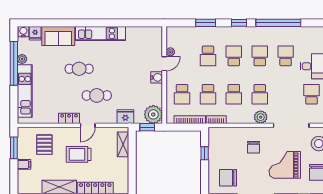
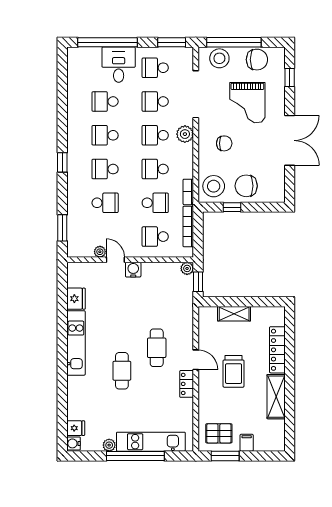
window: (206, 23) -> (62, 228), moved
window: (278, 23) -> (62, 111), removed
sofa: (58, 36) -> (79, 398), removed
window: (14, 63) -> (135, 456), moved
school desk: (182, 94) -> (155, 237), turned 180
school desk: (234, 94) -> (155, 169), turned 180
school desk: (260, 94) -> (155, 135), turned 180
school desk: (286, 94) -> (155, 101), added
plant: (153, 114) -> (187, 268), width x0.53, depth x0.53
fridge: (125, 117) -> (76, 299), moved, turned 180
stool: (221, 139) -> (214, 186), added
shelving: (123, 144) -> (234, 314), moved
pallet: (44, 145) -> (219, 433), moved
chair: (228, 178) -> (246, 186), moved, turned 90

